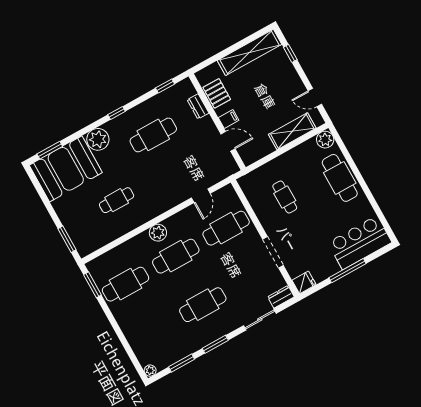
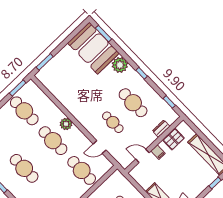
door: (228, 141) -> (142, 156), swing flipped
cafe table: (117, 200) -> (113, 122), moved

